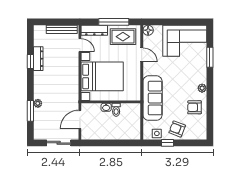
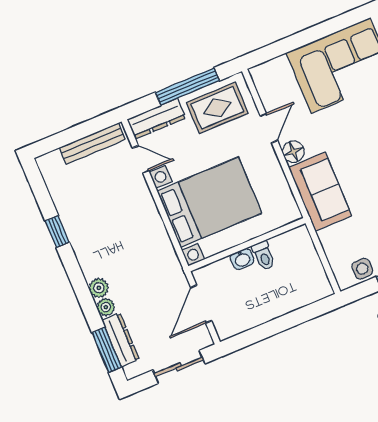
floor lamp: (148, 30) -> (293, 152), moved
door: (142, 55) -> (269, 128), hinge flipped
dresser: (38, 59) -> (121, 340), moved
plant: (38, 94) -> (99, 288), added
sofa: (153, 98) -> (320, 192), width x0.73
window: (30, 111) -> (107, 350), moved

